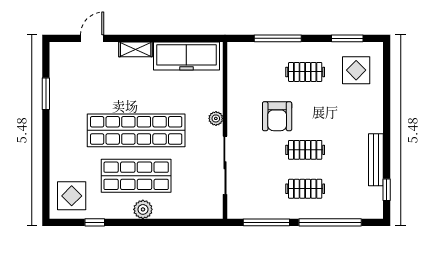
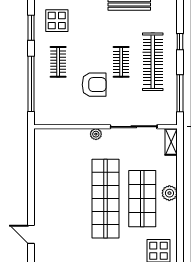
window: (278, 38) -> (31, 84), width x1.46
shelving: (136, 49) -> (171, 142), moved
freezer: (186, 56) -> (45, 158), removed
clothes rail: (305, 189) -> (153, 62), width x1.86, depth x1.31
window: (95, 222) -> (180, 232), removed
window: (330, 222) -> (180, 42), width x0.32

